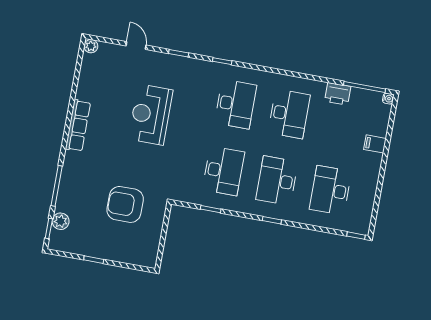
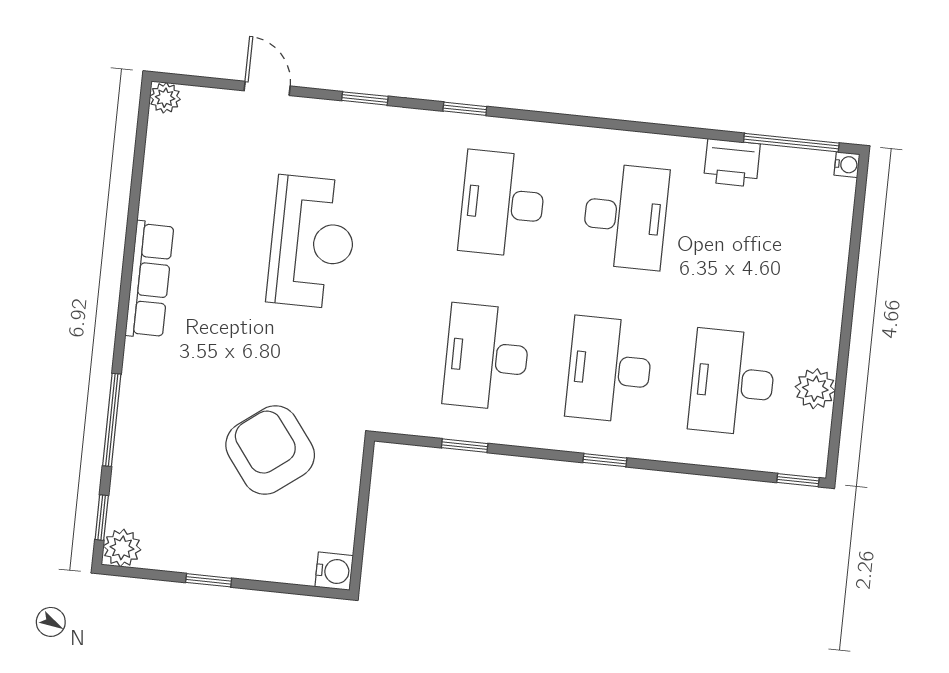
desk: (236, 104) -> (502, 204), turned 180
reception desk: (151, 115) -> (312, 242), turned 180
filing cabinet: (375, 144) -> (825, 270), removed
desk: (223, 171) -> (487, 357), turned 180
plant: (367, 196) -> (815, 389), added
armchair: (125, 204) -> (270, 450), turned 53
plant: (61, 221) -> (122, 548), moved
water cooler: (149, 260) -> (334, 571), added

